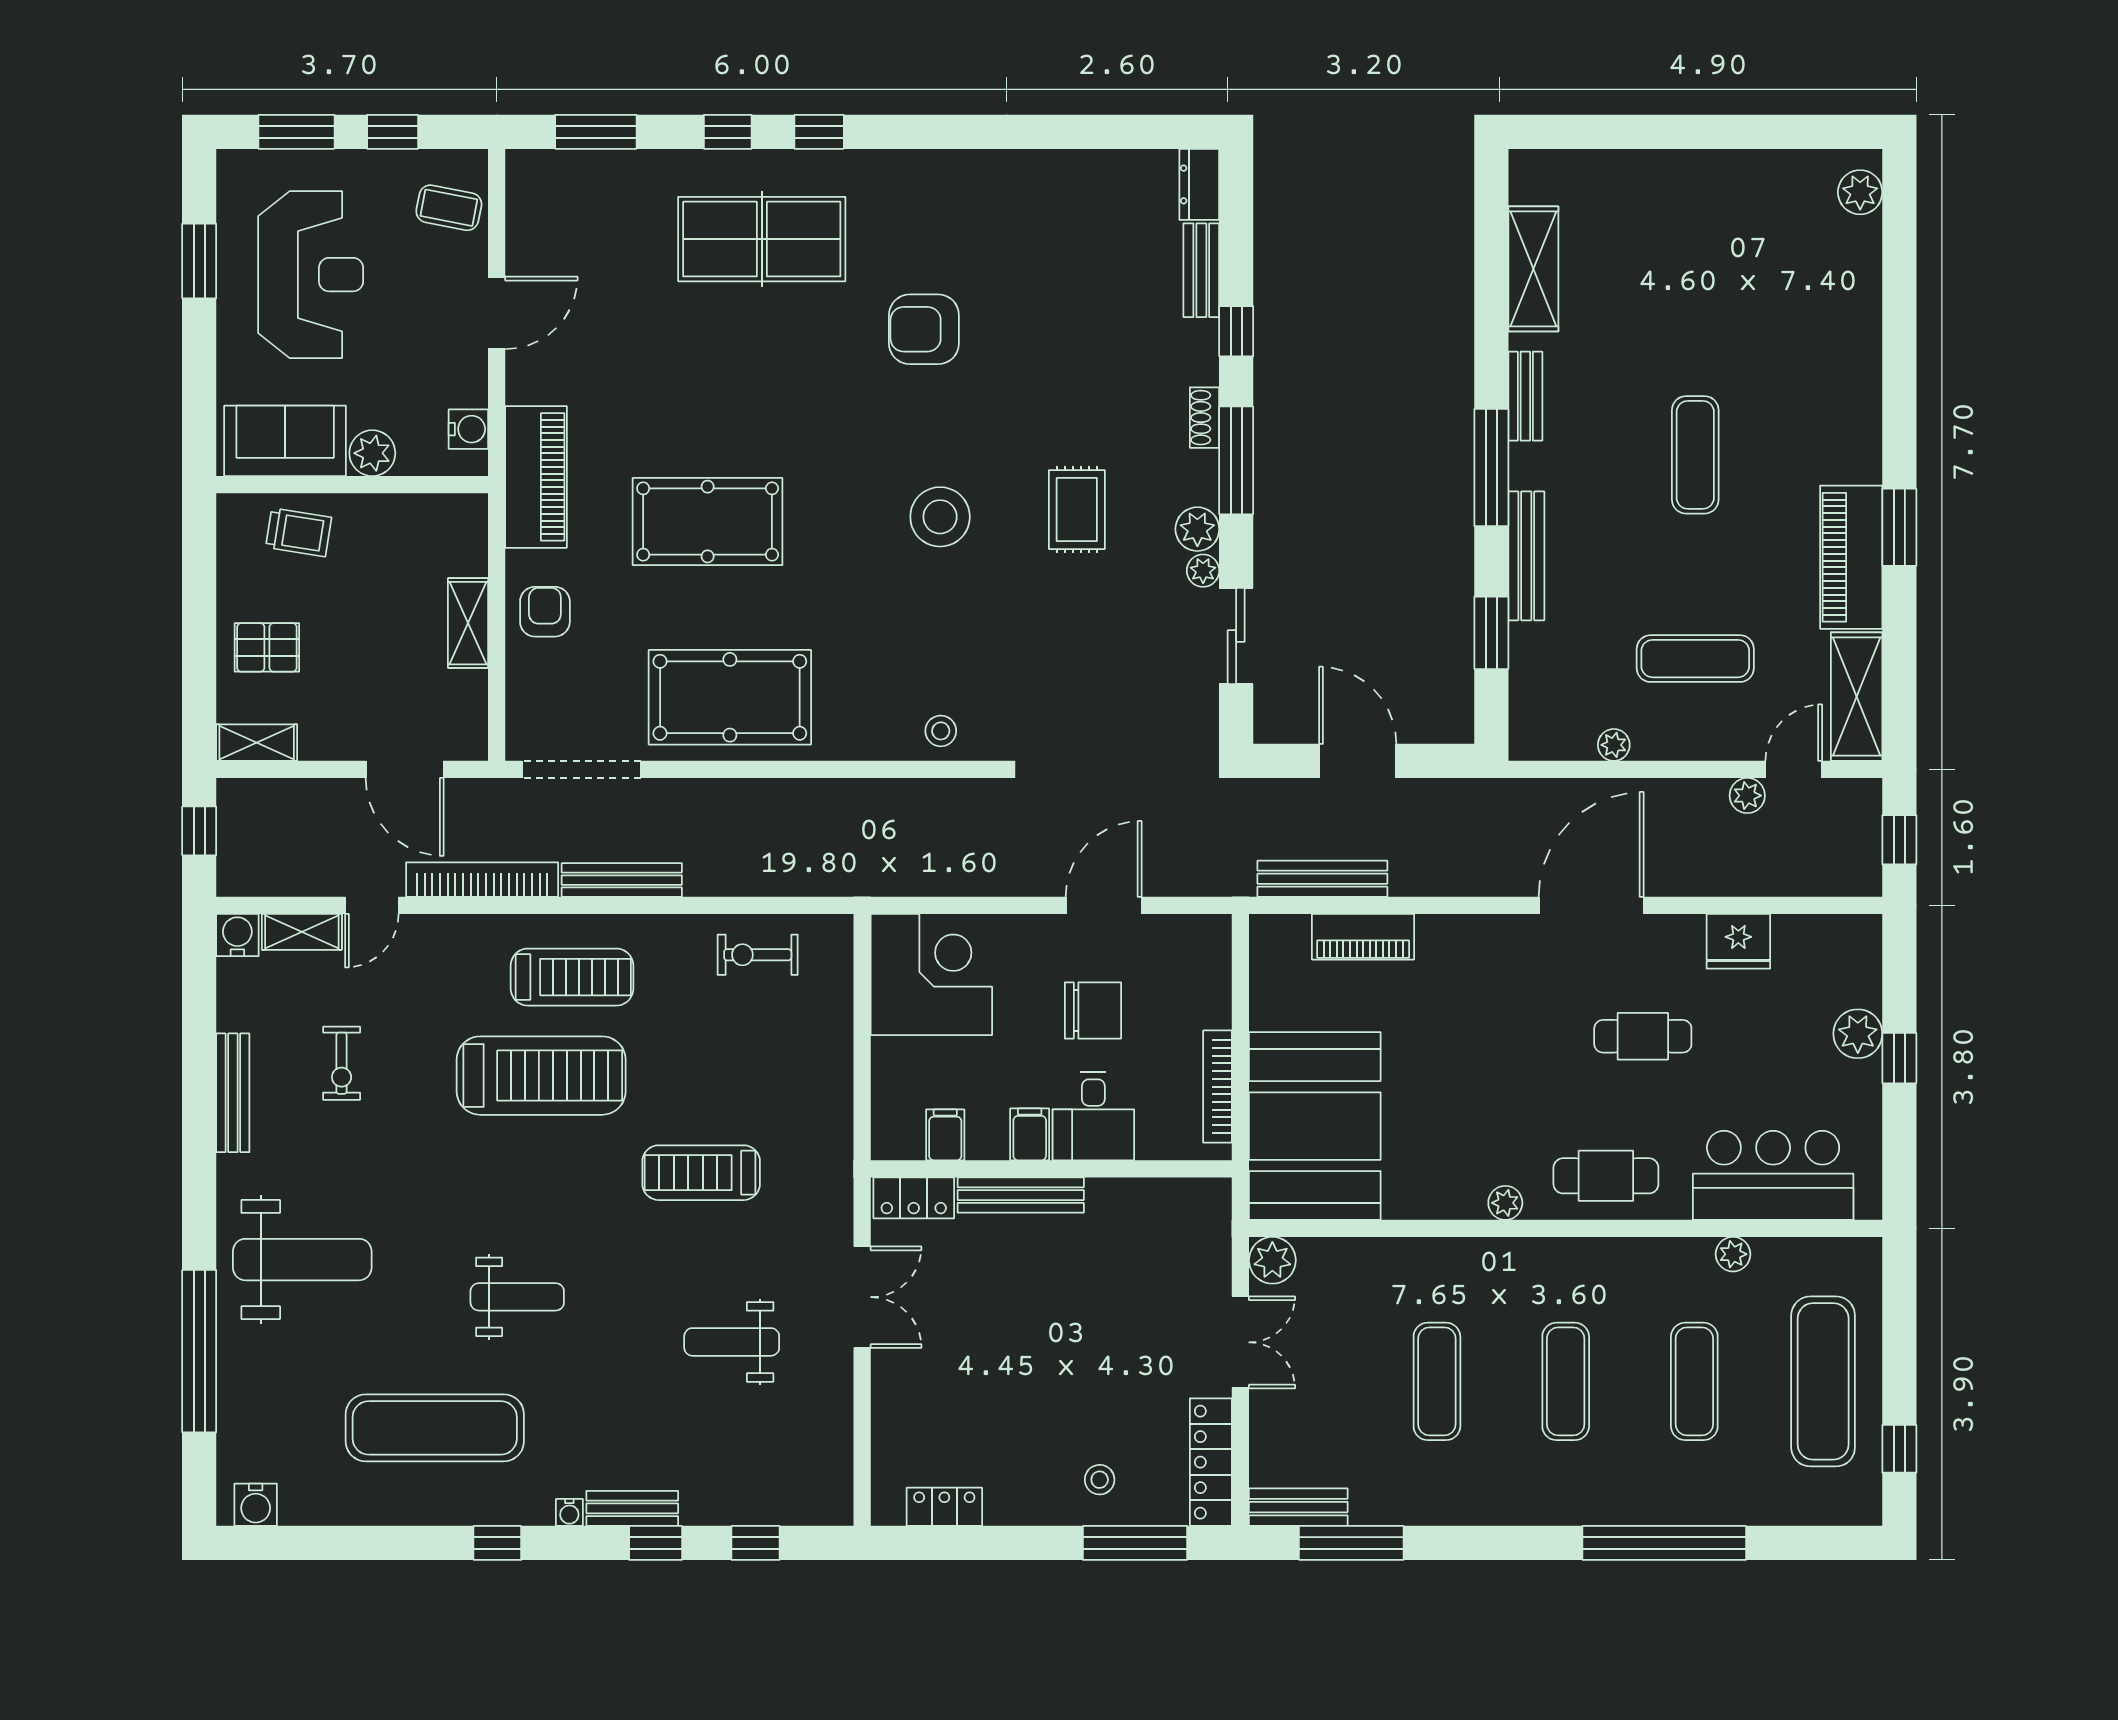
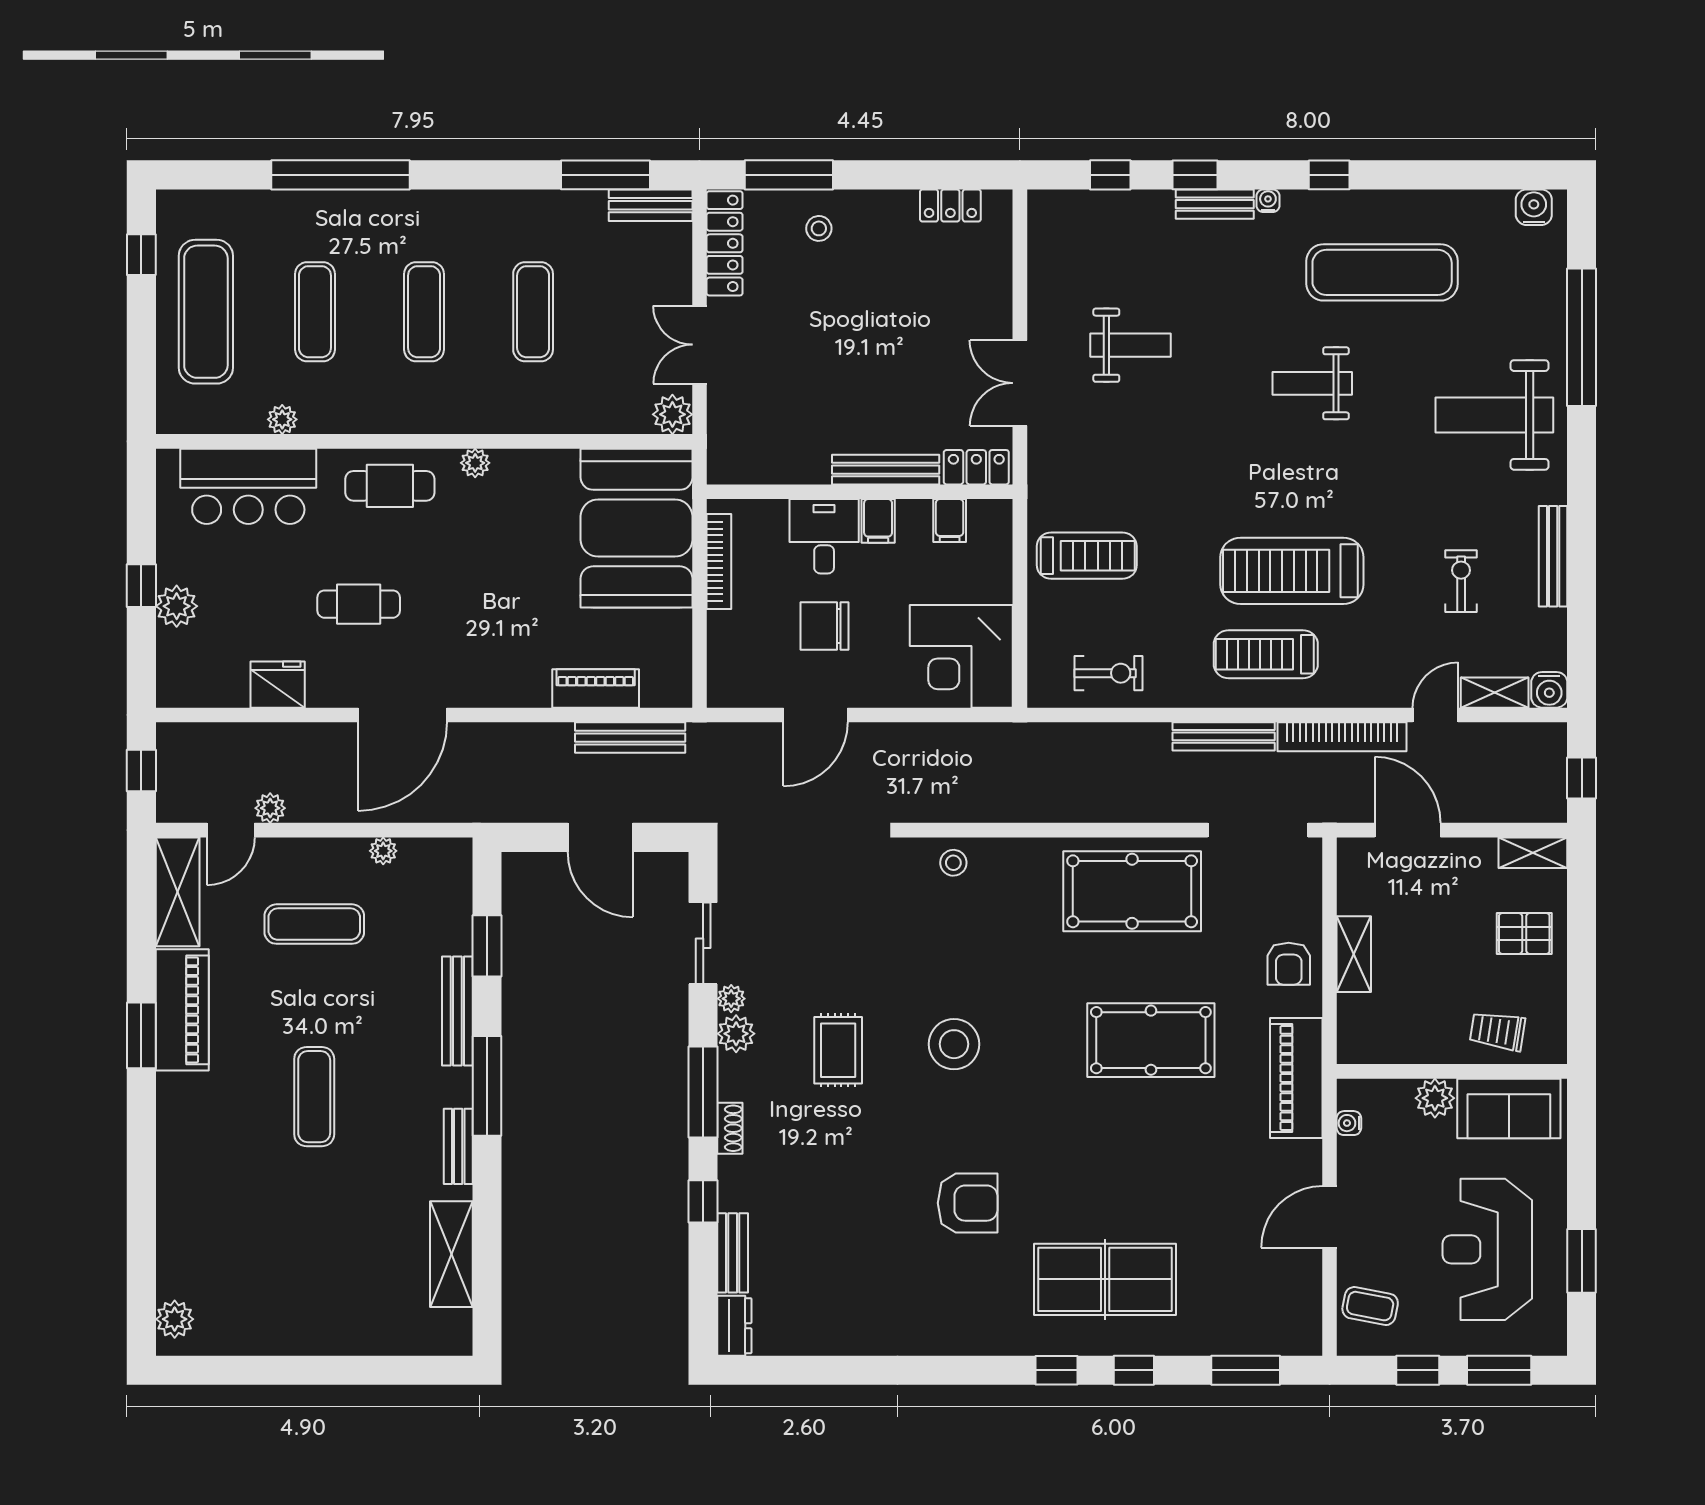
water cooler: (468, 429) -> (1349, 1123), width x0.72, depth x0.72
treadmill: (701, 1173) -> (1087, 556), moved

